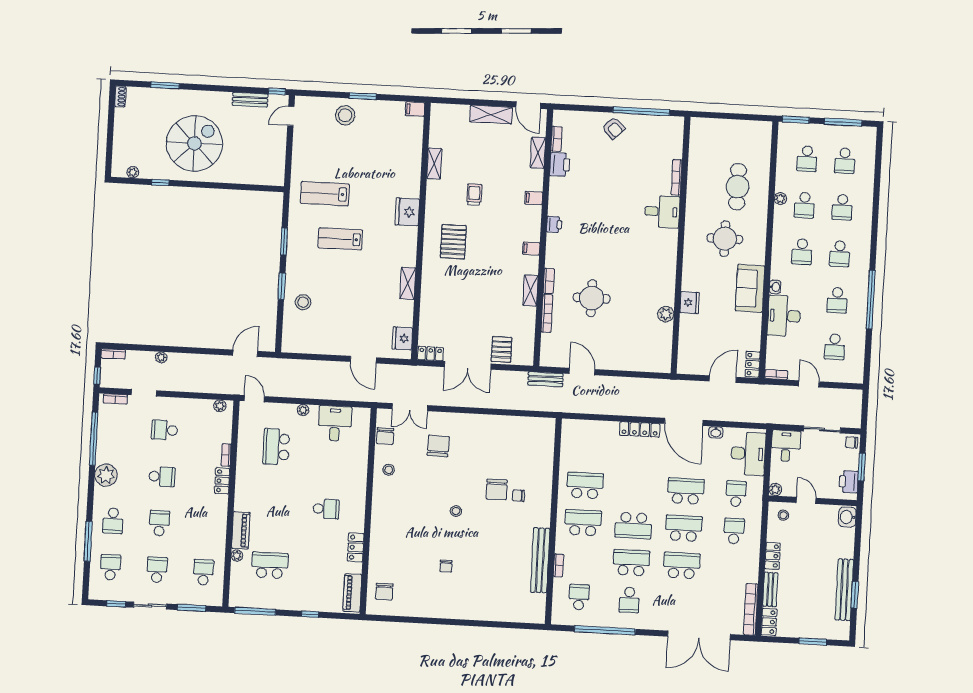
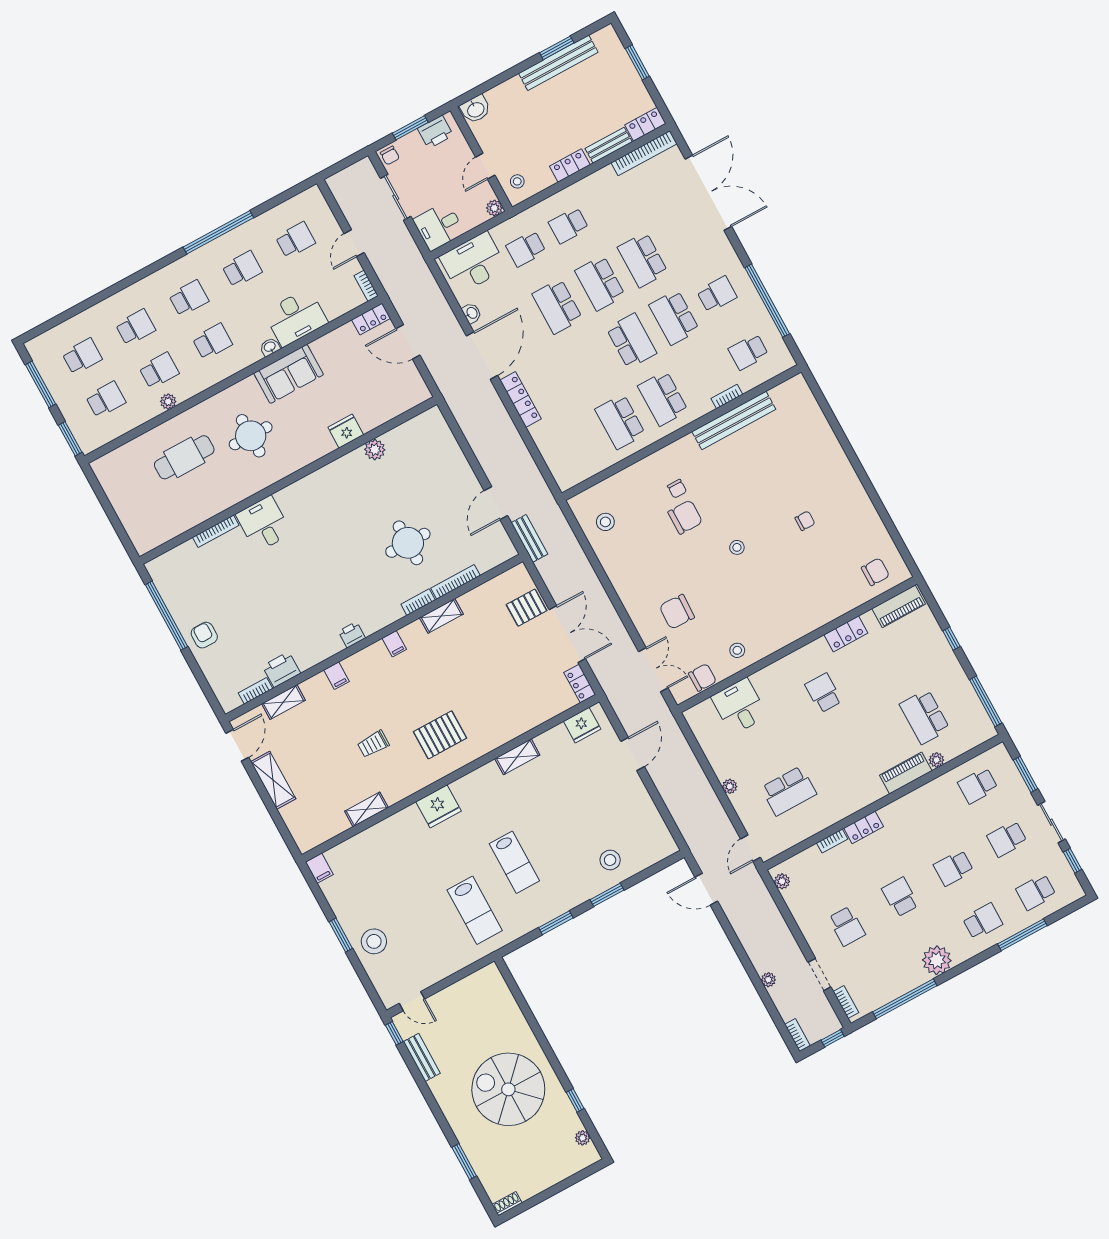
armchair: (613, 128) -> (204, 635), turned -45
desk: (335, 423) -> (739, 706), moved, turned 90
stool: (526, 435) -> (605, 522), added

